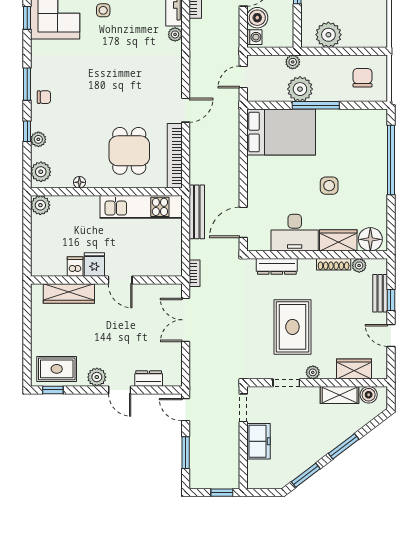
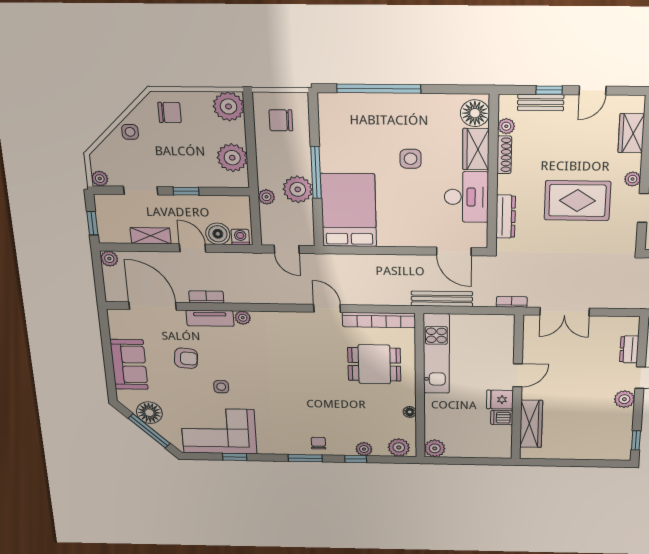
plant: (374, 35) -> (229, 106), added
rug: (57, 369) -> (613, 437), removed

